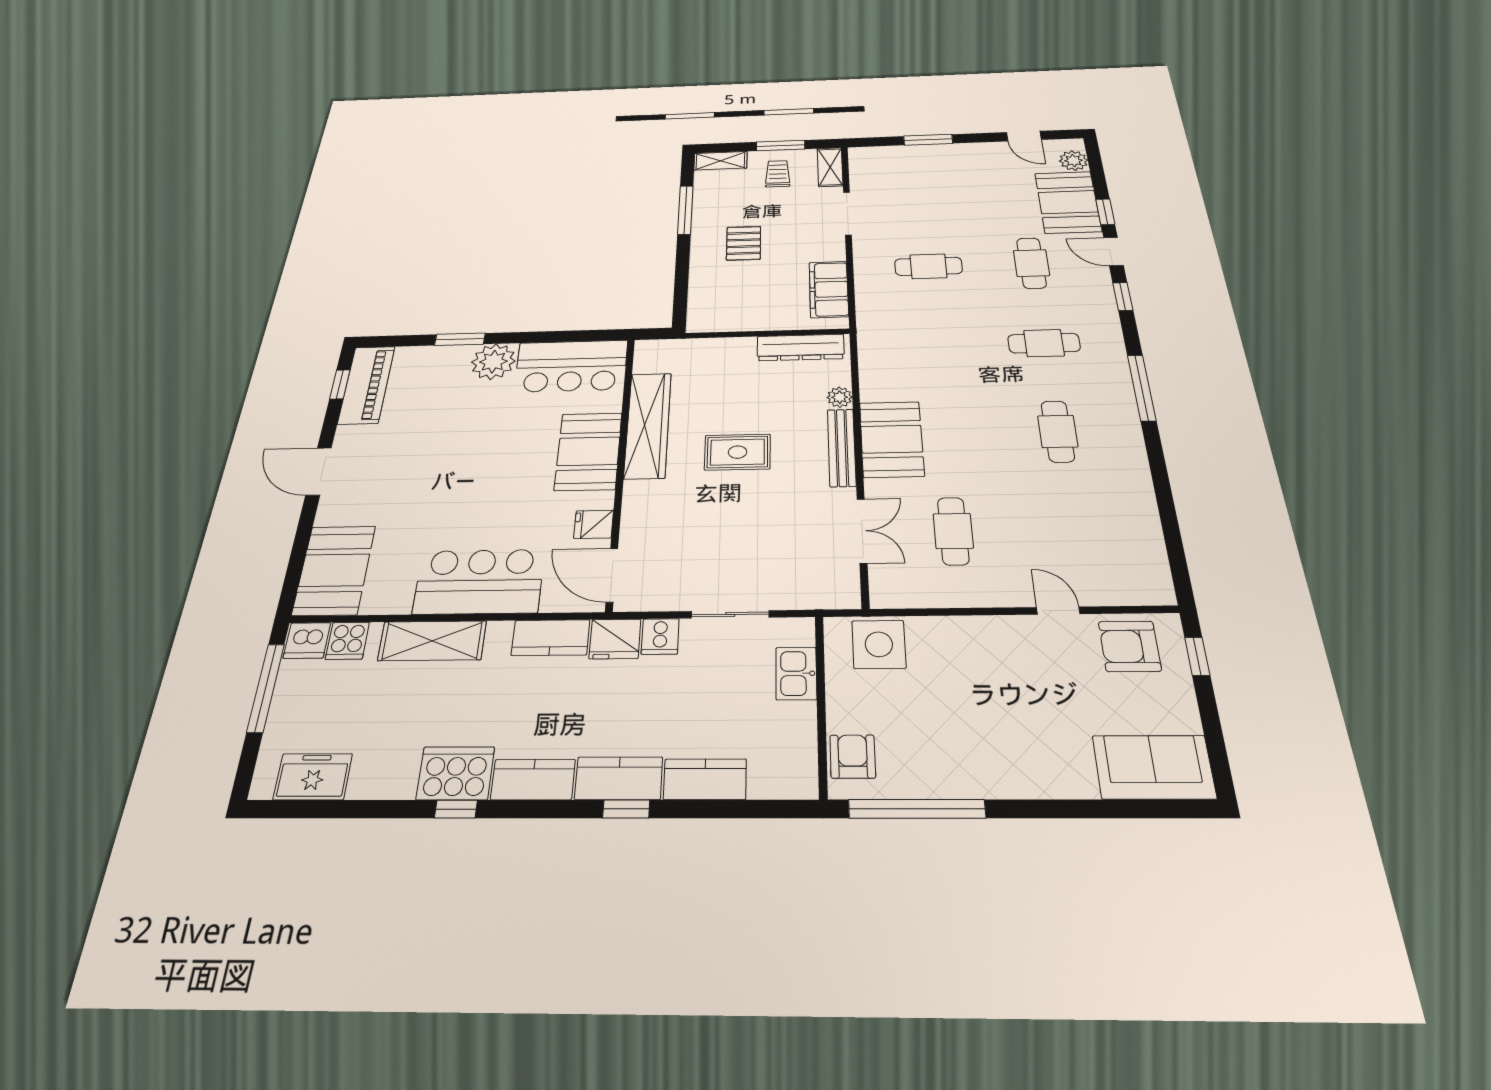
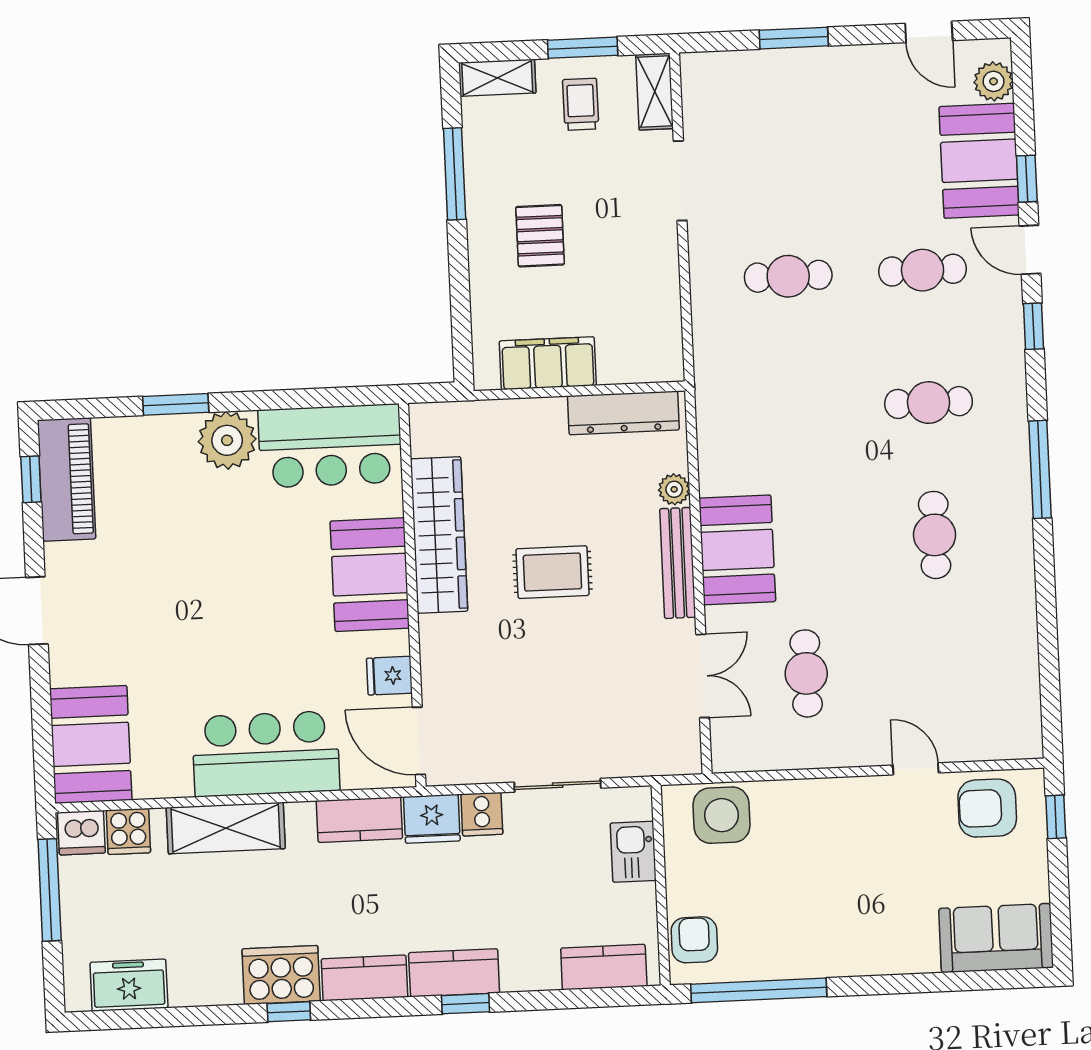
cafe table: (1031, 263) -> (923, 270), turned 90
filing cabinet: (829, 289) -> (548, 363), moved, turned 90
kitchen counter: (705, 779) -> (604, 967), moved

